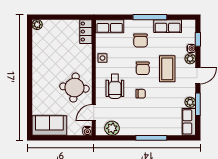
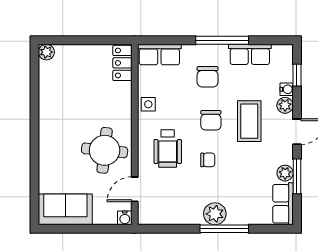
plant: (112, 128) -> (215, 214), moved

